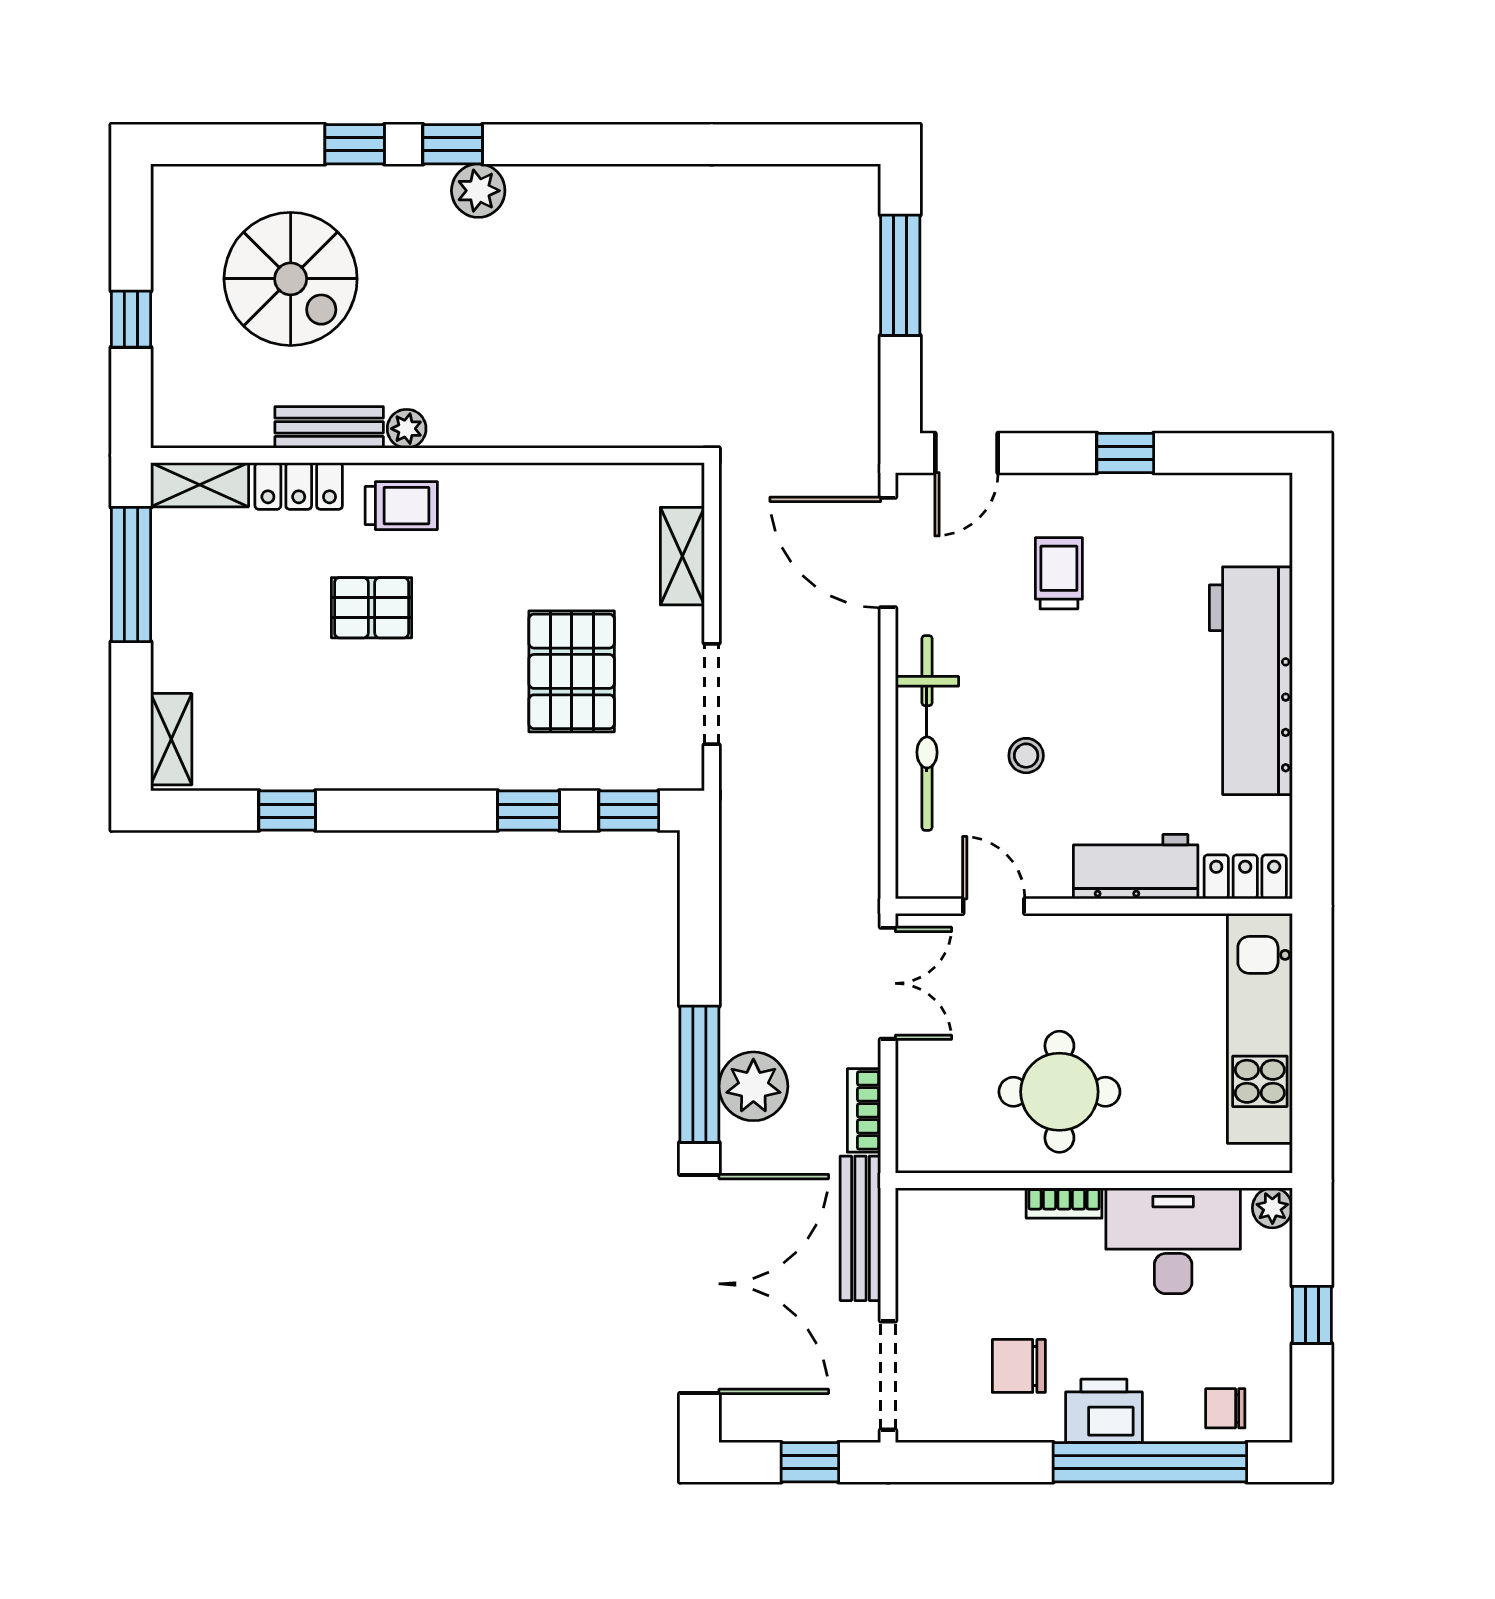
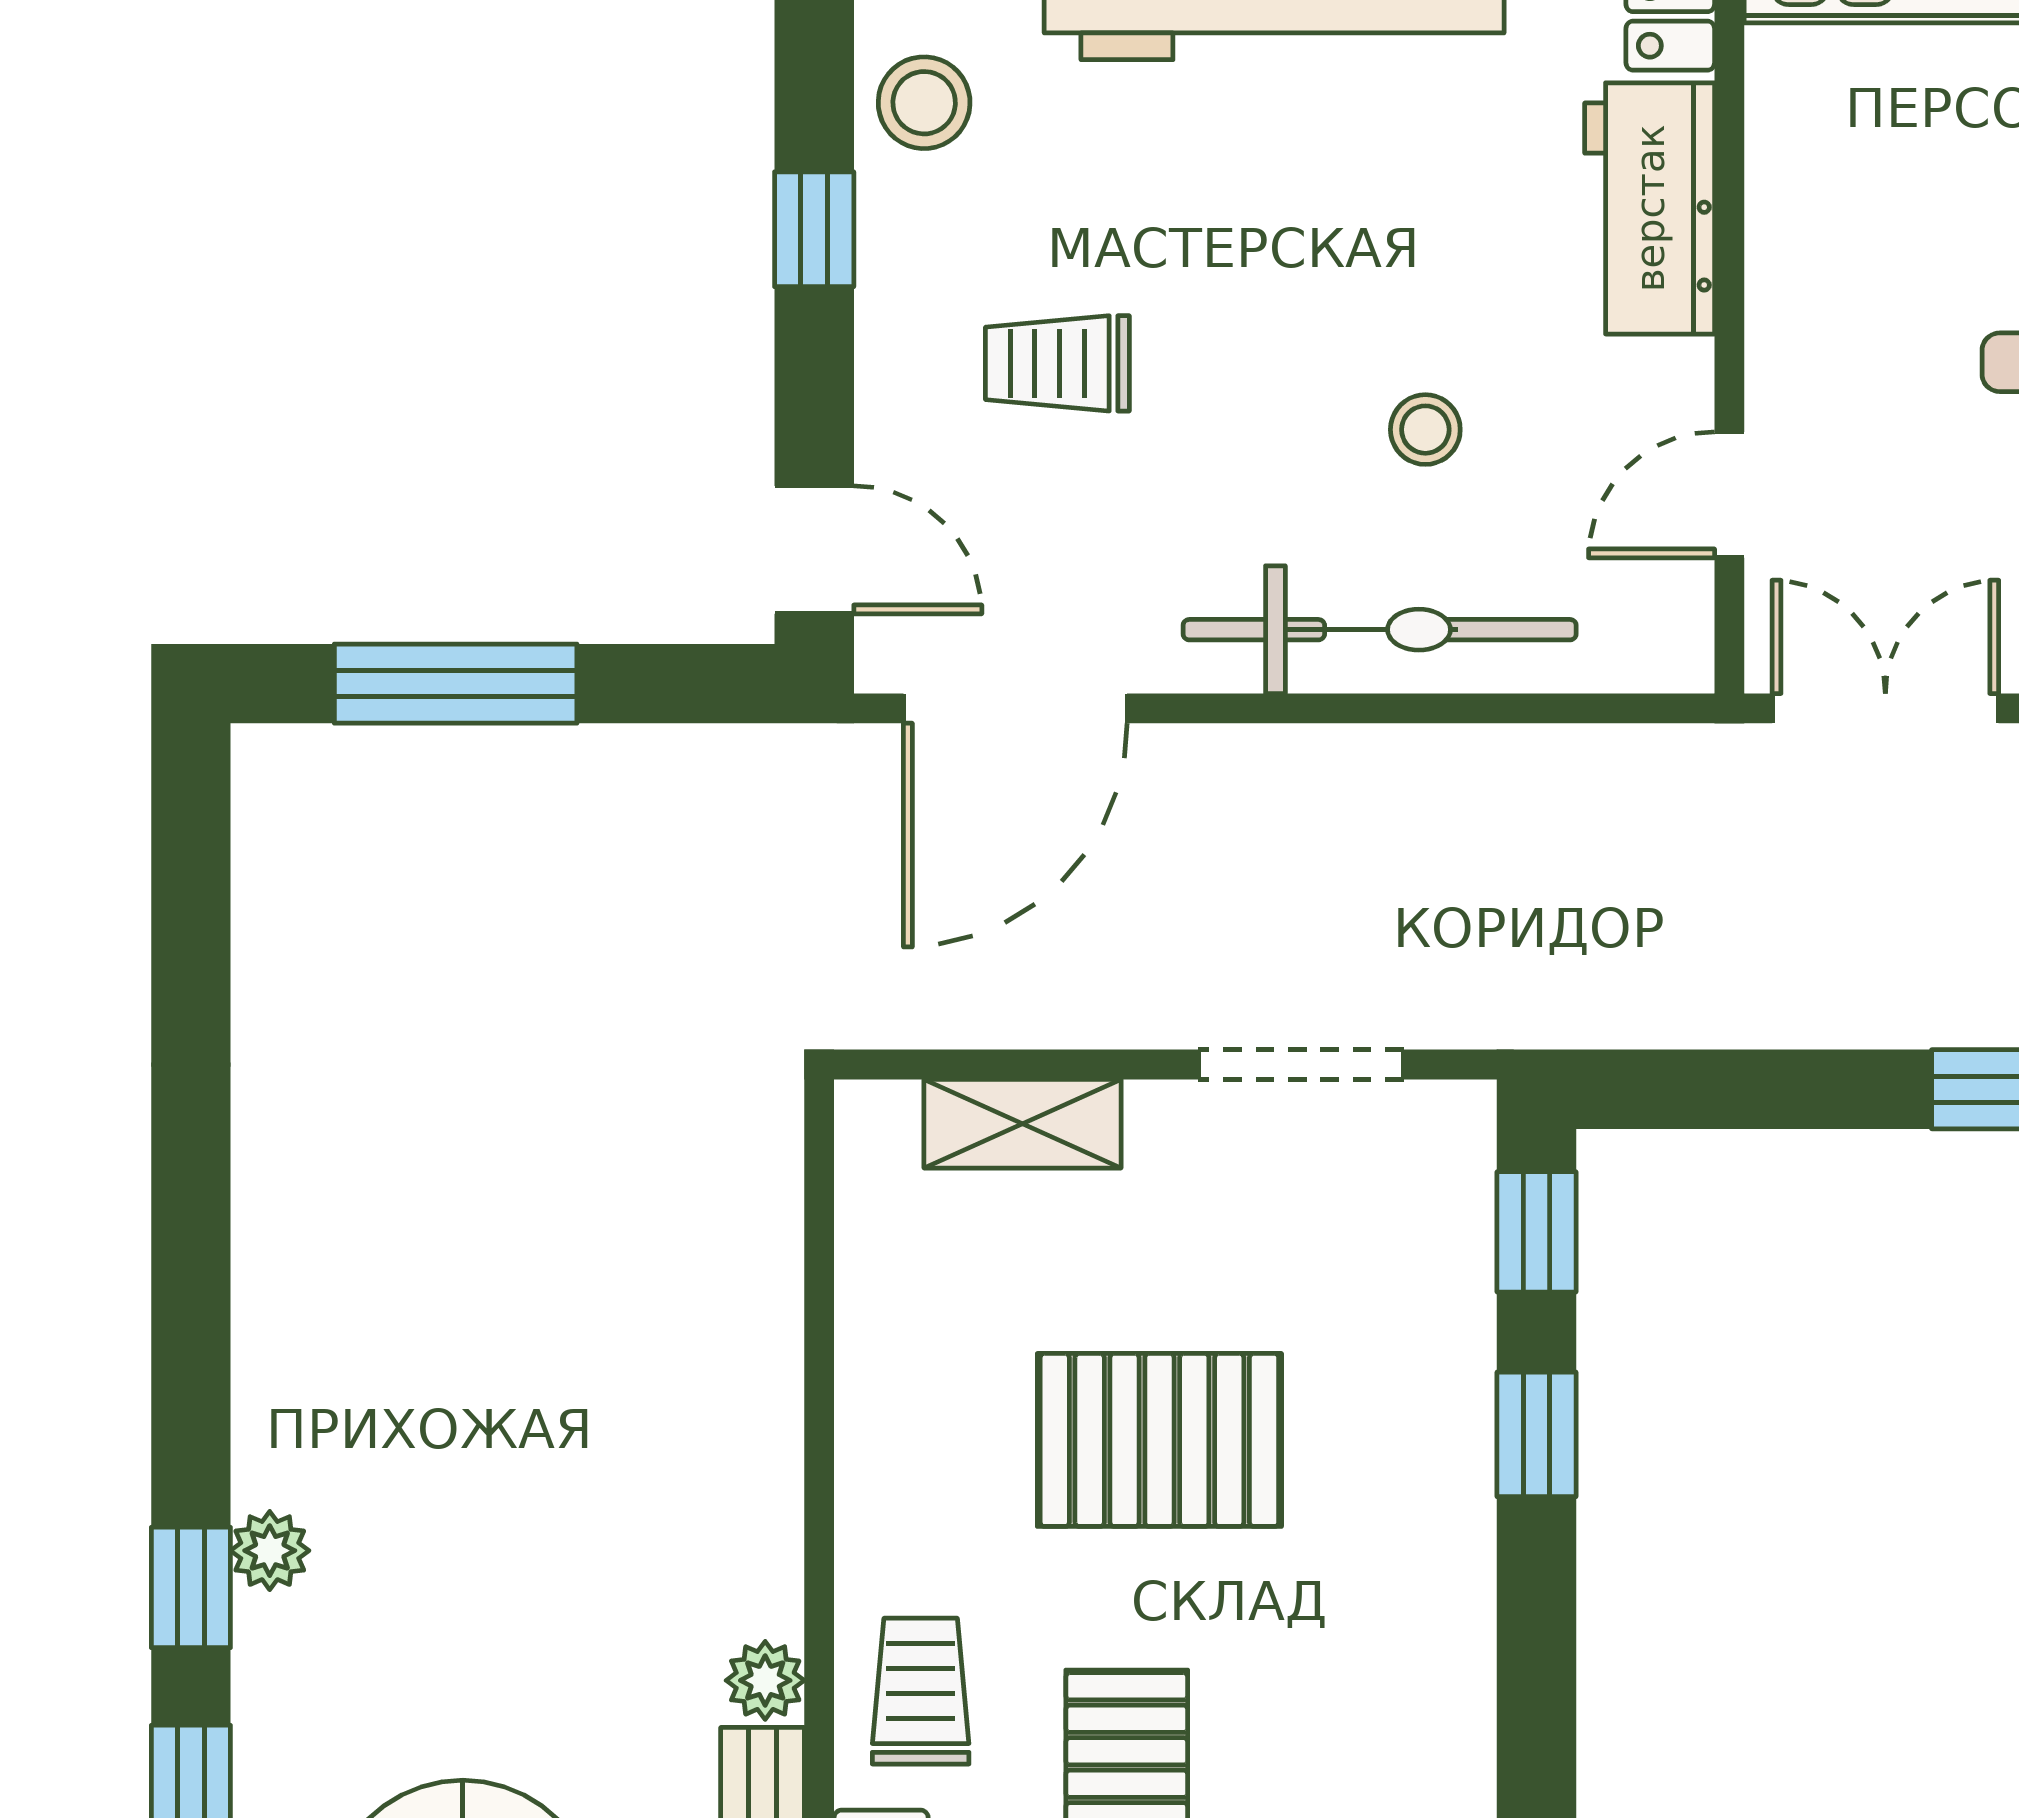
plant: (478, 191) -> (270, 1551), width x0.73, depth x0.73
stool: (1188, 507) -> (924, 103), added
pallet: (572, 671) -> (1159, 1440), moved

